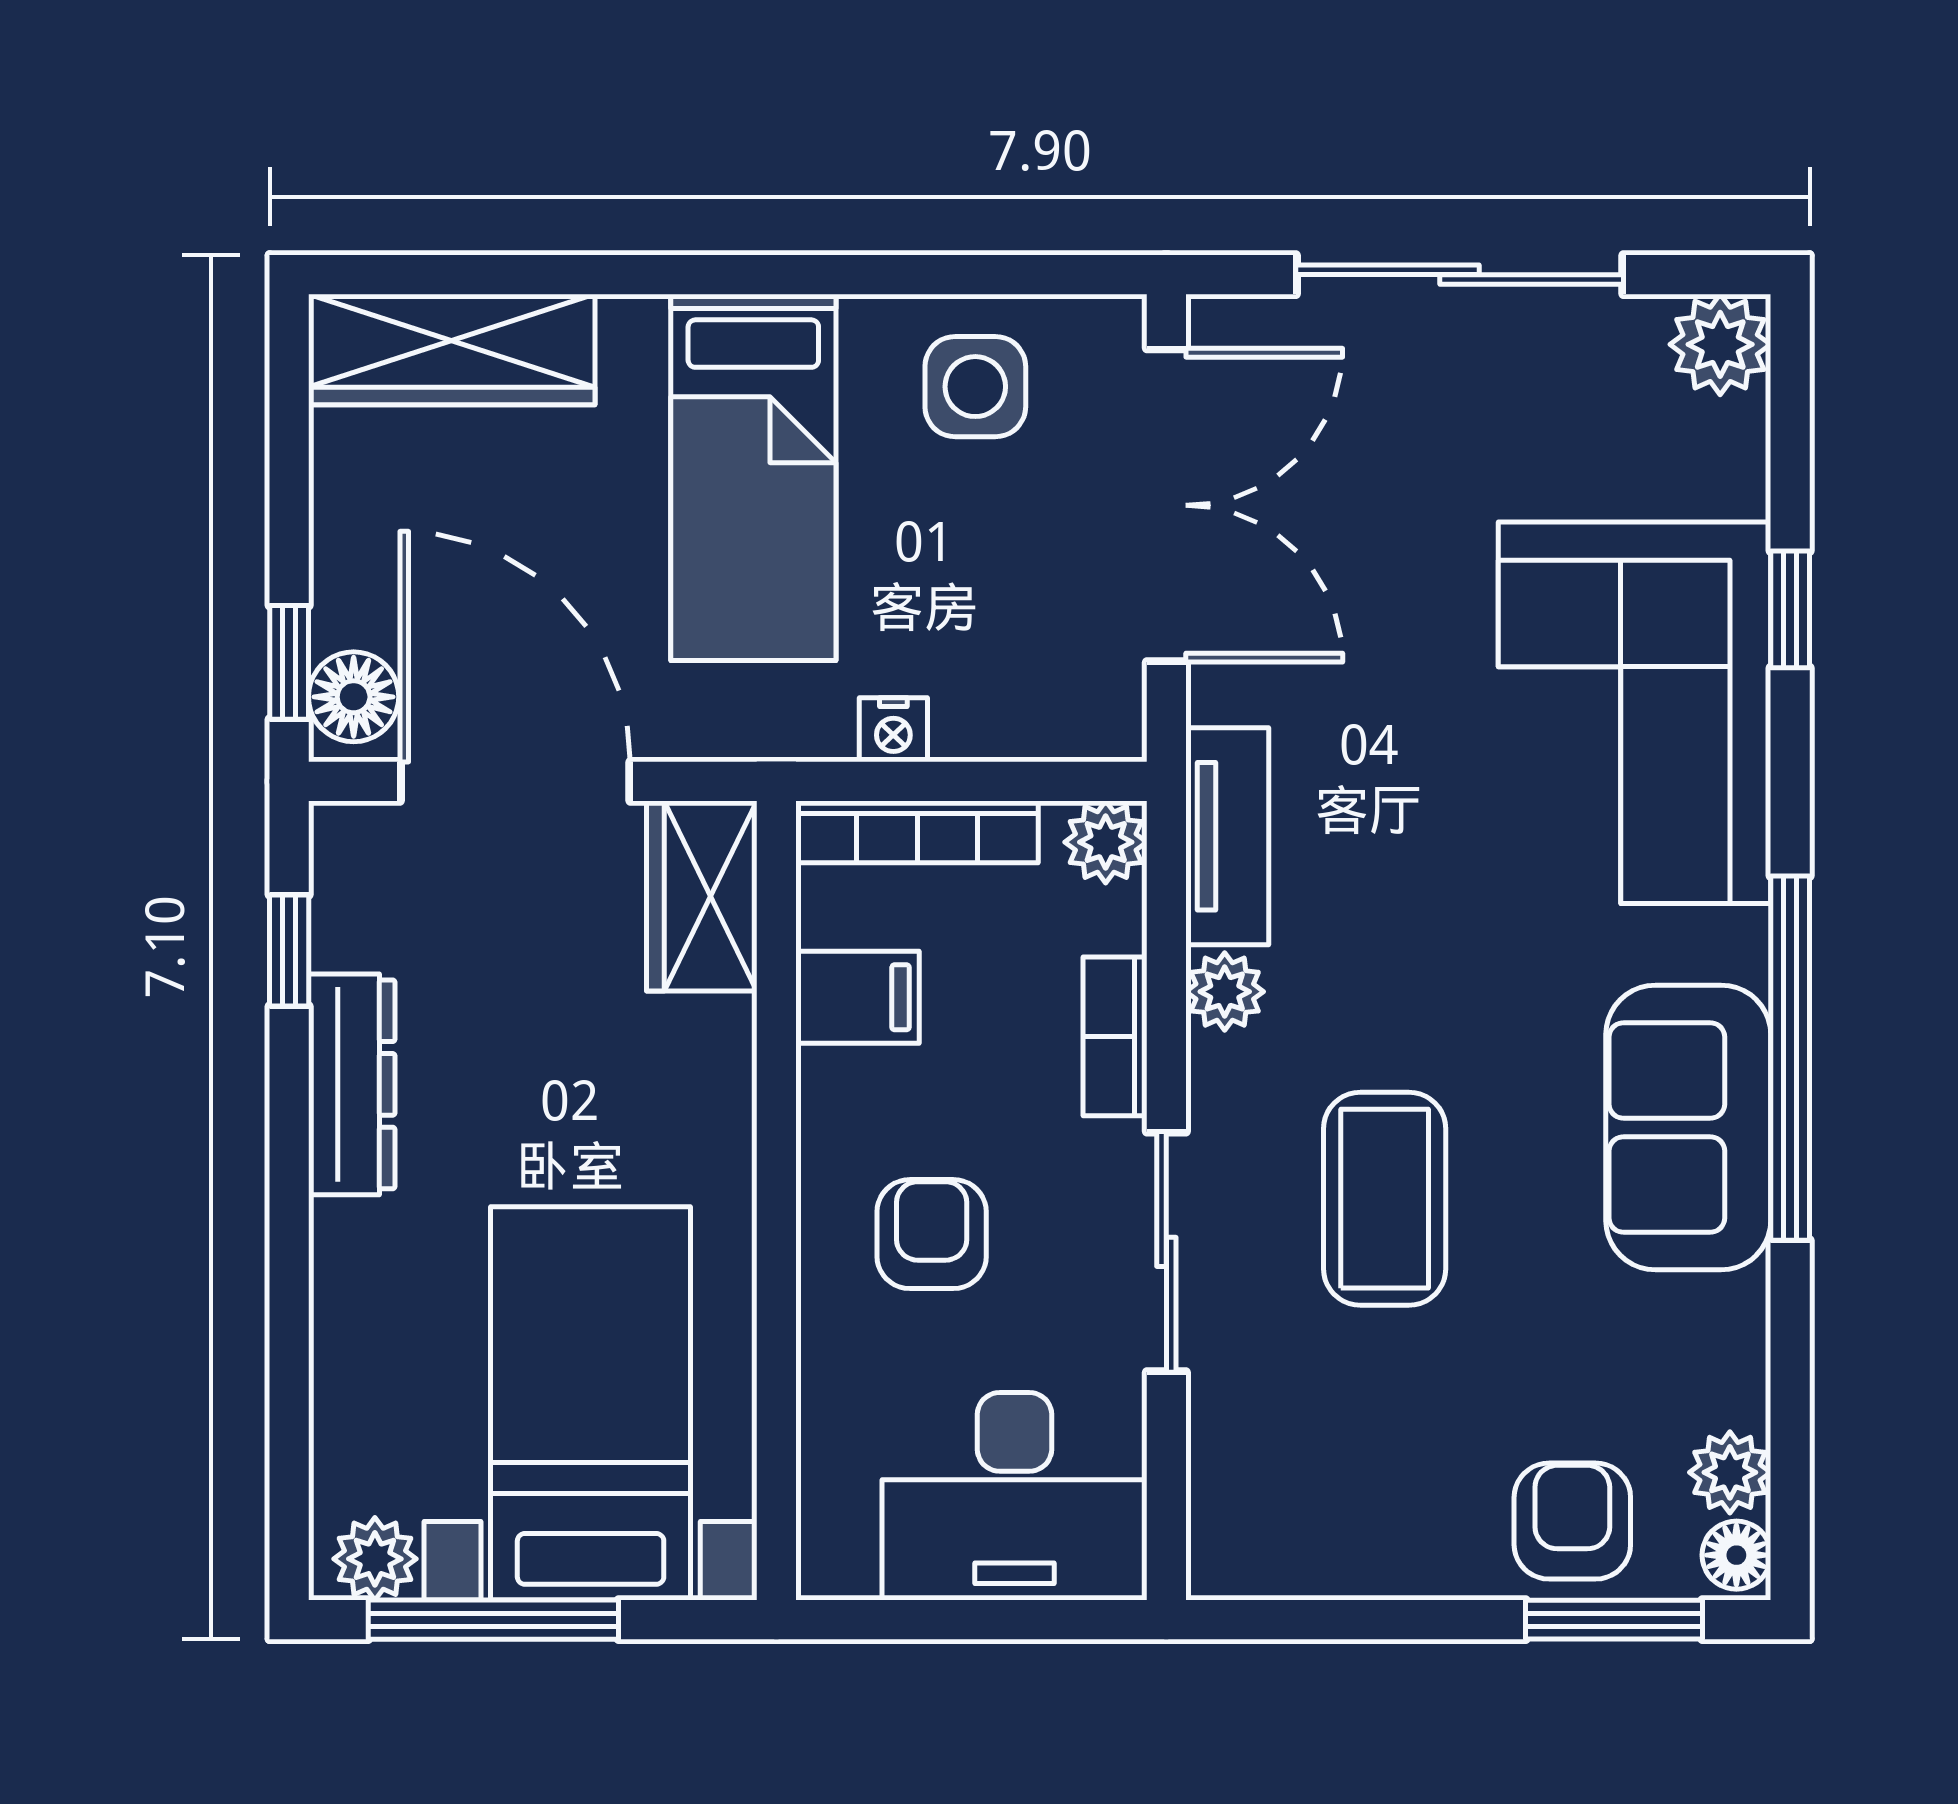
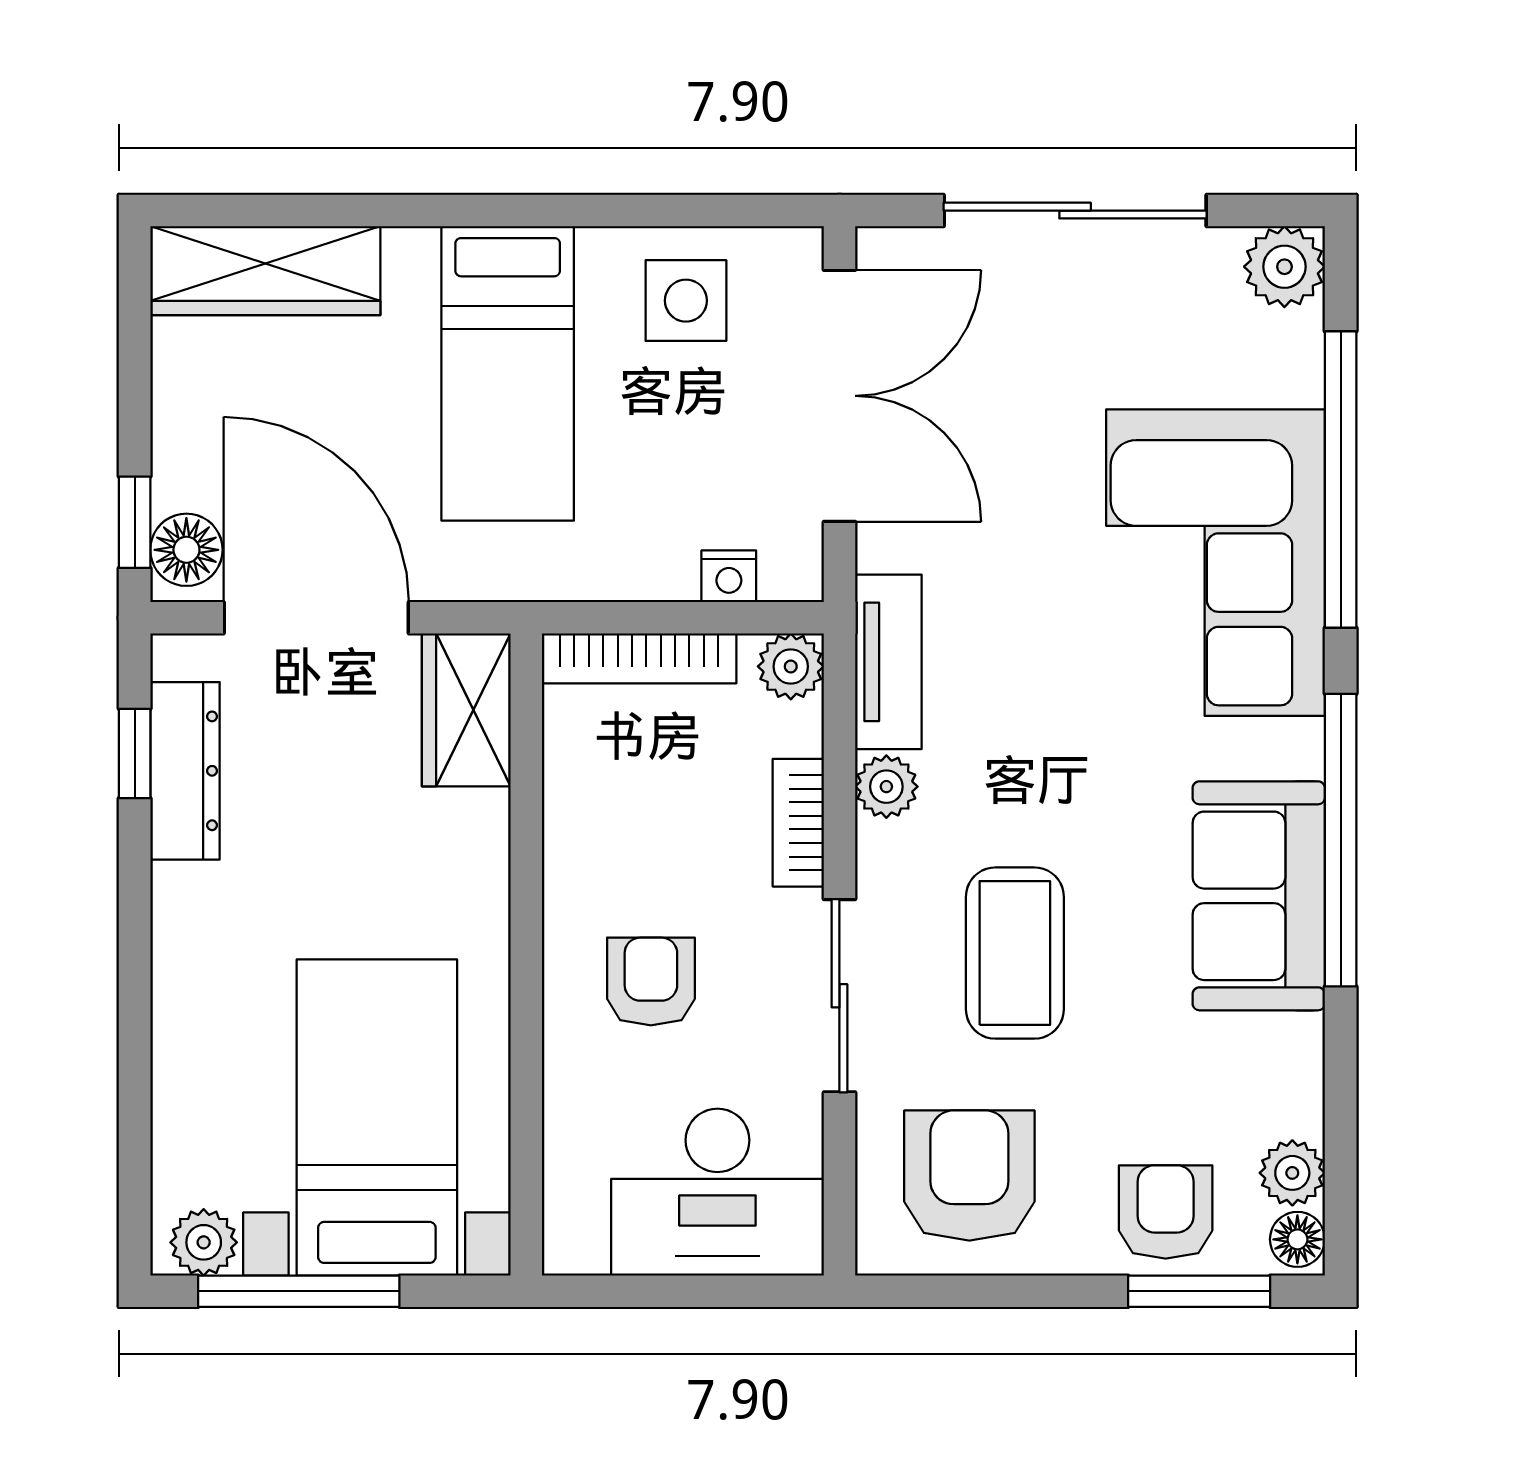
window: (1790, 609) -> (1341, 480), width x3.17
nightstand: (893, 730) -> (729, 576), moved
filing cabinet: (857, 997) -> (591, 791), removed
dresser: (352, 1084) -> (185, 771), moved
armchair: (1328, 1476) -> (969, 1176), added

